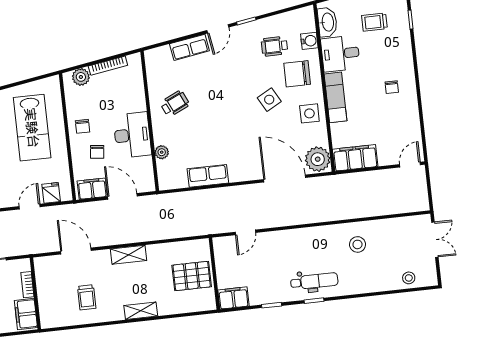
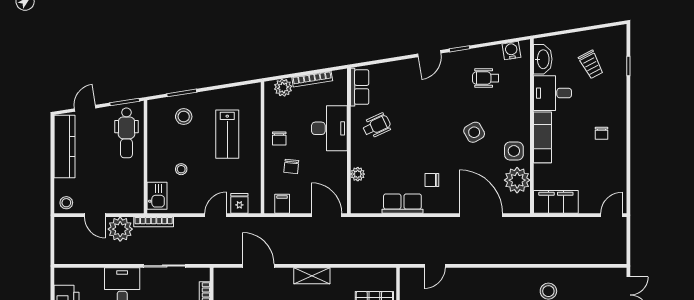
trolley: (374, 22) -> (591, 65), turned -118
water cooler: (309, 41) -> (511, 51), moved, turned -99
row of seats: (189, 47) -> (360, 87), moved, turned -81
chair: (297, 74) -> (432, 180), moved, width x0.54, depth x0.54
lab bench: (32, 128) -> (227, 134), width x0.73, depth x0.72
desk: (132, 135) -> (329, 128), moved
plant: (318, 159) -> (517, 180), moved
filing cabinet: (92, 189) -> (282, 204), width x0.50
door: (122, 196) -> (327, 215), moved

